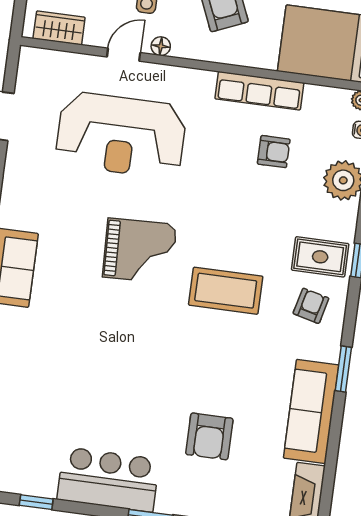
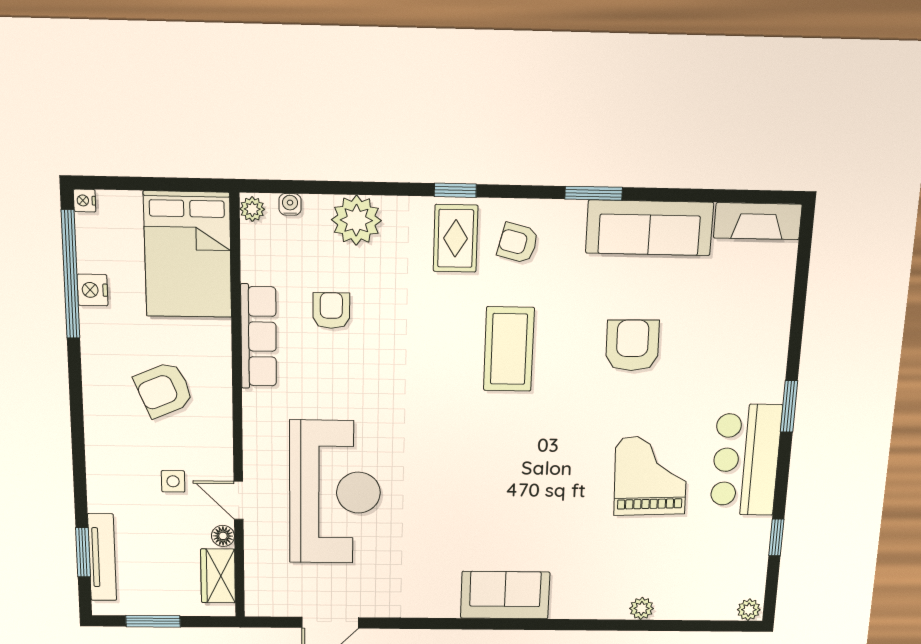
floor lamp: (161, 46) -> (223, 536), moved
grand piano: (140, 251) -> (651, 476), moved
armchair: (209, 436) -> (632, 345), moved, turned -91

